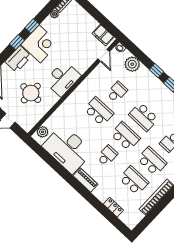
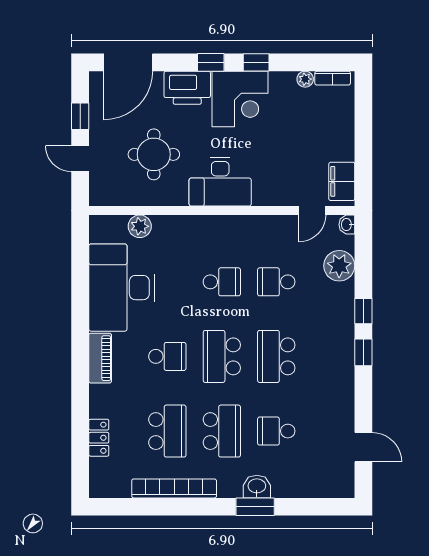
school desk: (117, 92) -> (276, 282), turned 180
school desk: (99, 111) -> (222, 282), width x0.54
plant: (43, 132) -> (140, 226), moved
school desk: (125, 136) -> (222, 356), turned 180

